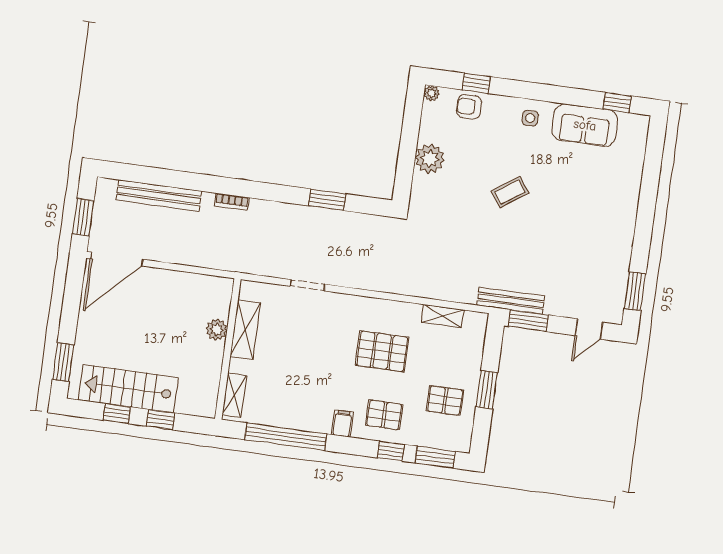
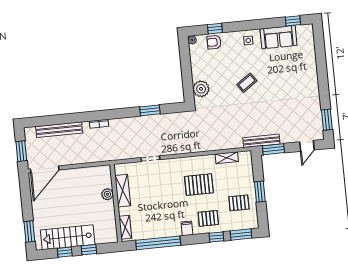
plant: (430, 159) -> (201, 89), moved

